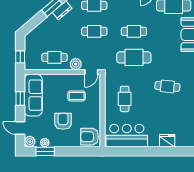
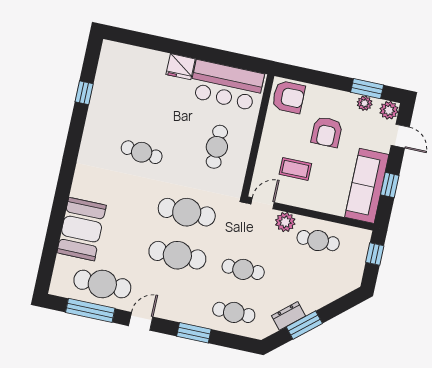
cafe table: (134, 31) -> (177, 255), width x1.37, depth x1.35
fridge: (167, 141) -> (181, 67), moved

